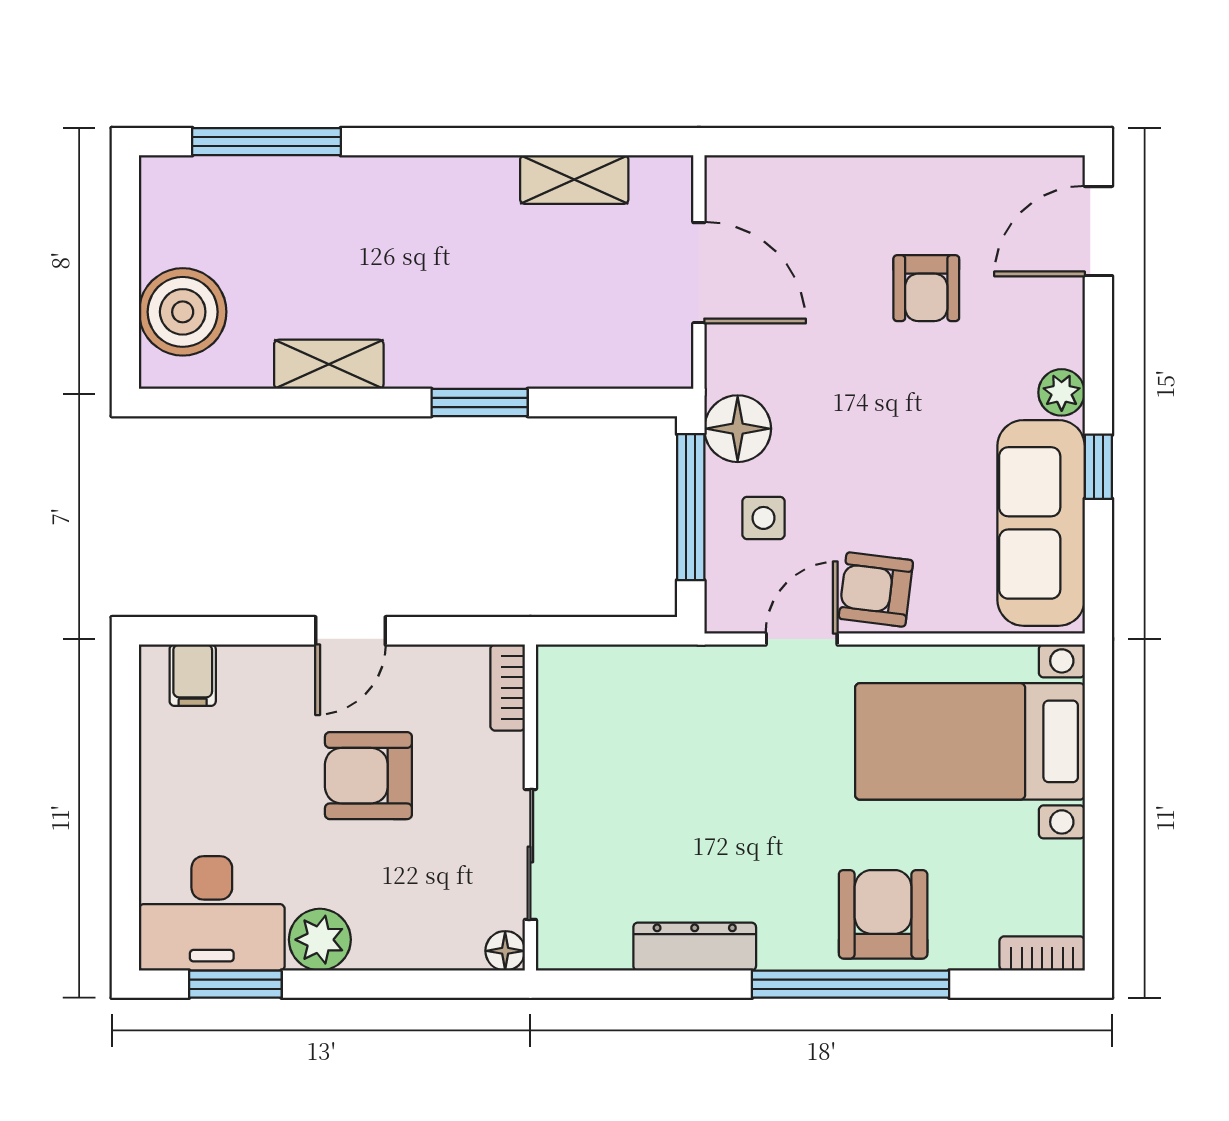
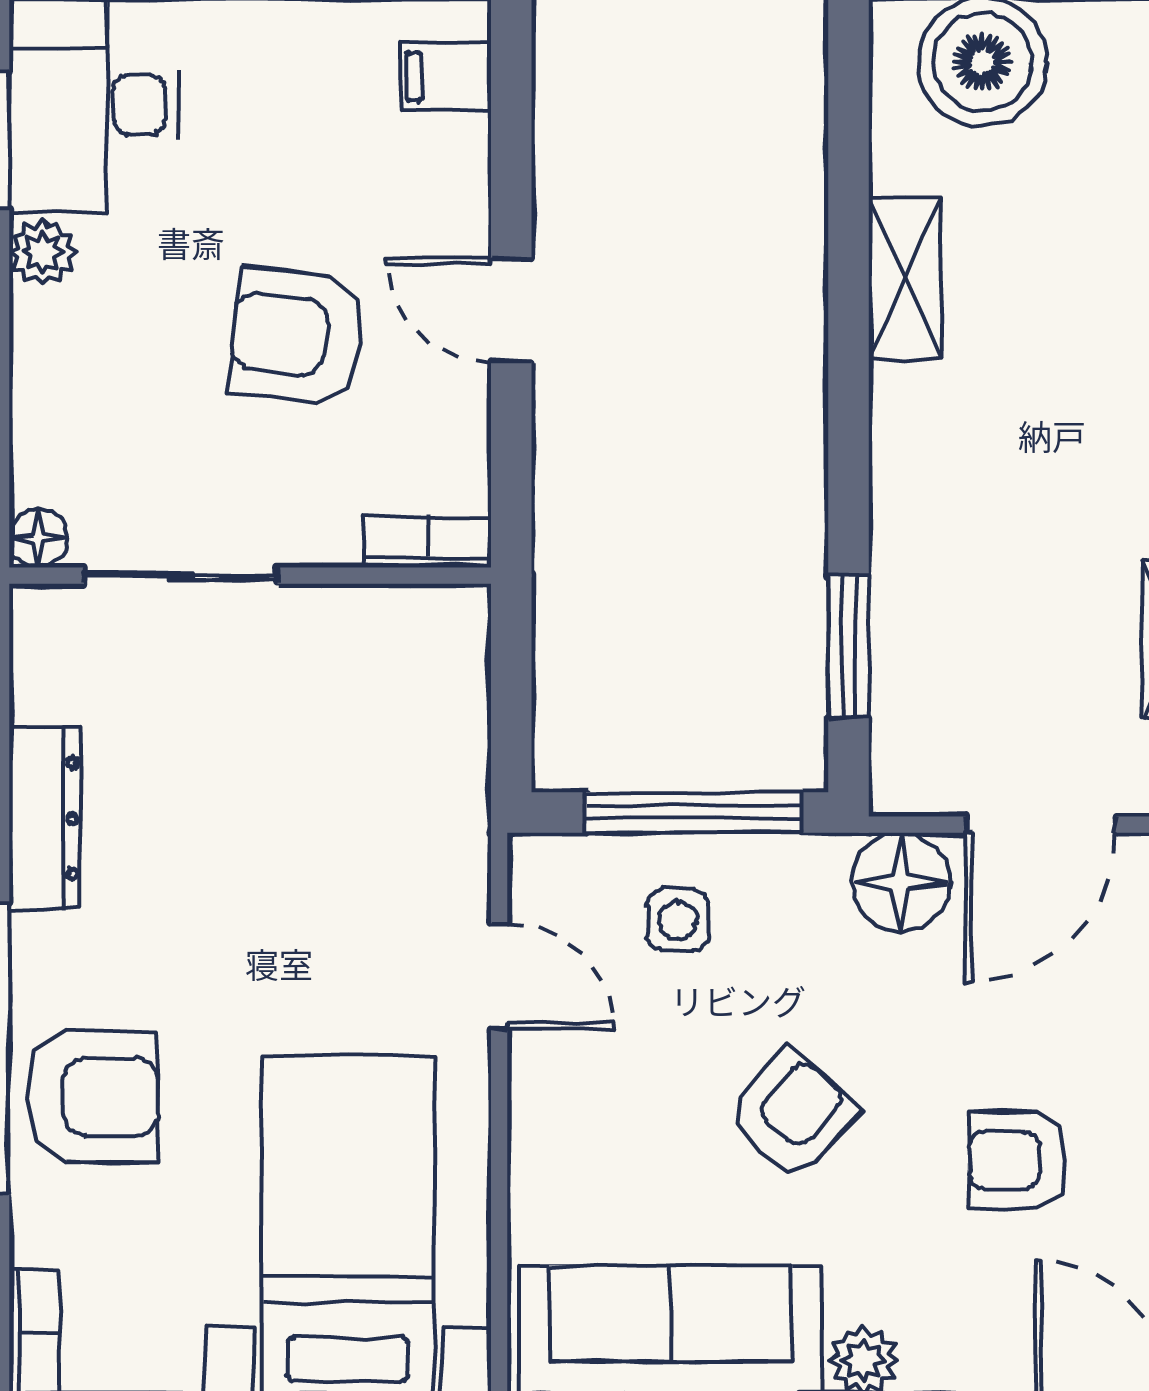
window: (480, 403) -> (848, 647), moved
floor lamp: (738, 429) -> (901, 882), moved
armchair: (876, 589) -> (792, 1115), moved, turned 34
armchair: (368, 776) -> (297, 336), turned -83
plant: (320, 940) -> (42, 252), width x0.73, depth x0.73

